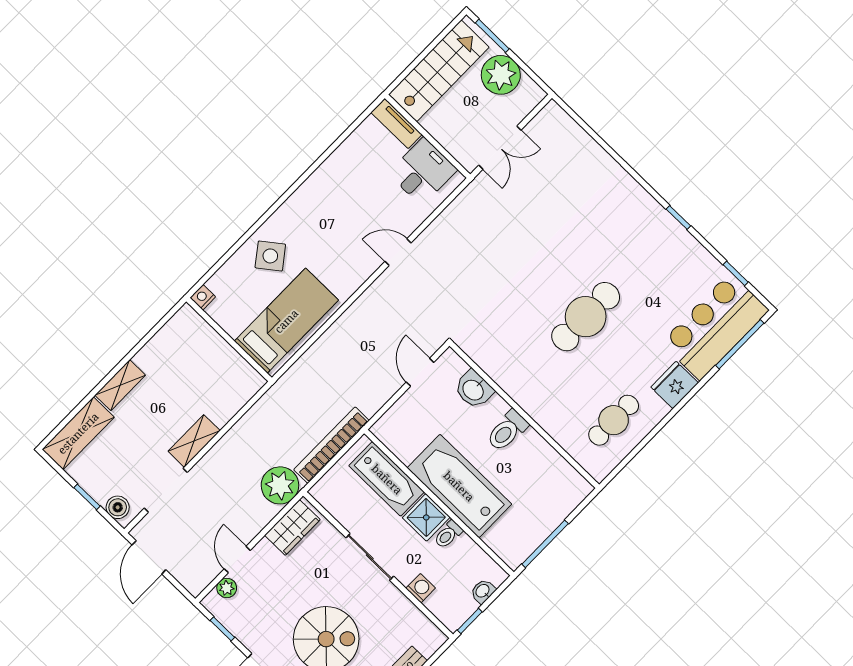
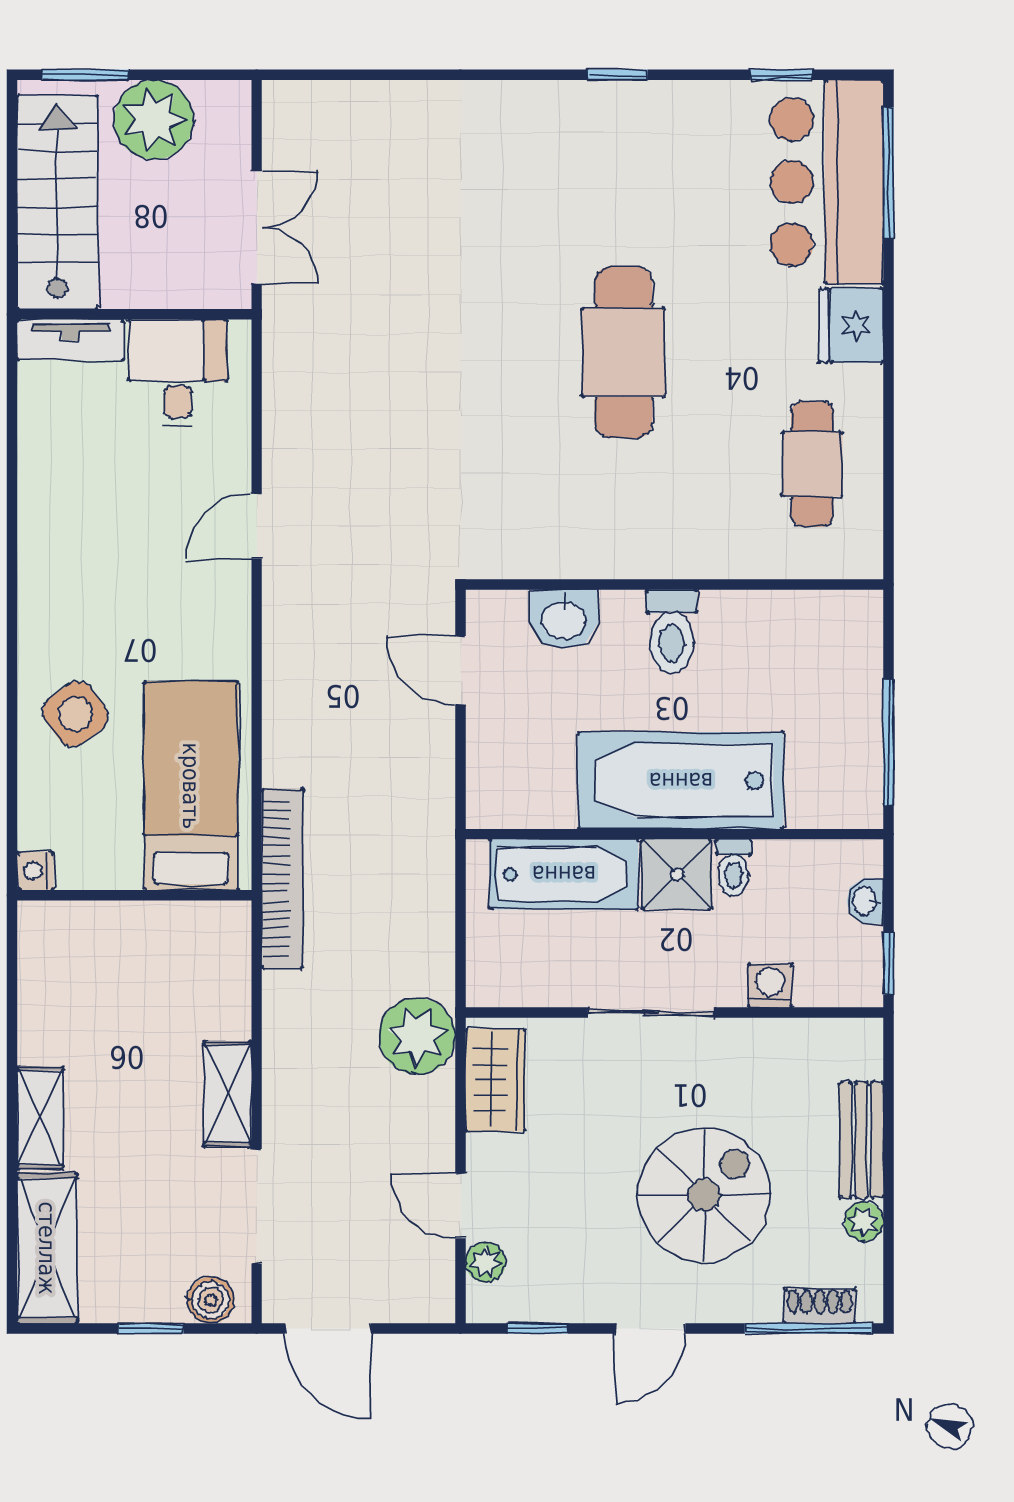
bookcase: (331, 445) -> (282, 878), moved, turned 180

